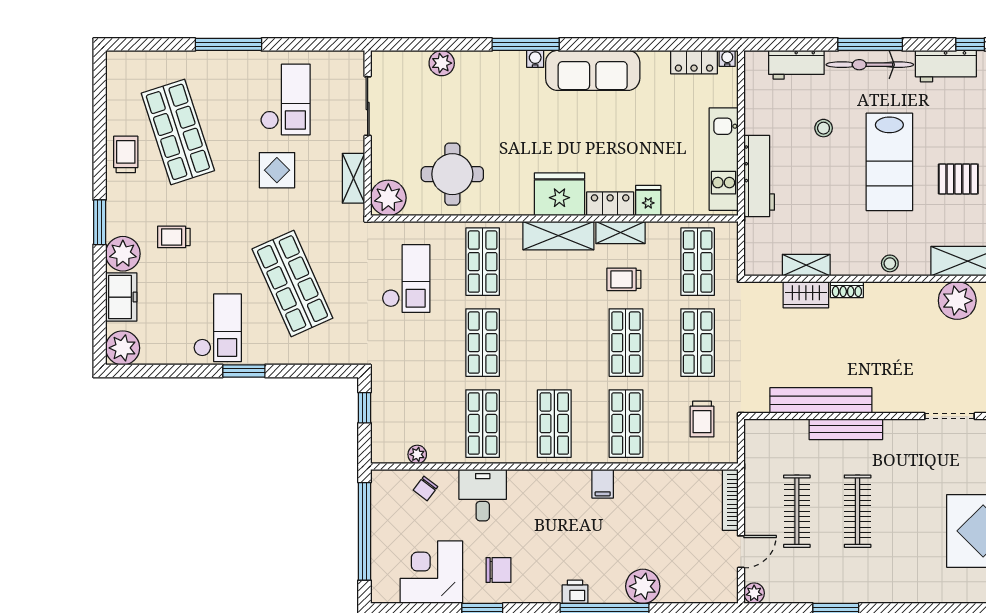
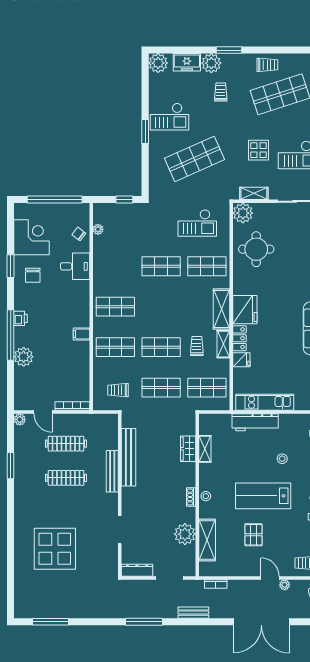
shoe rack: (847, 290) -> (191, 497), moved
shop shelf: (483, 424) -> (115, 266), removed

